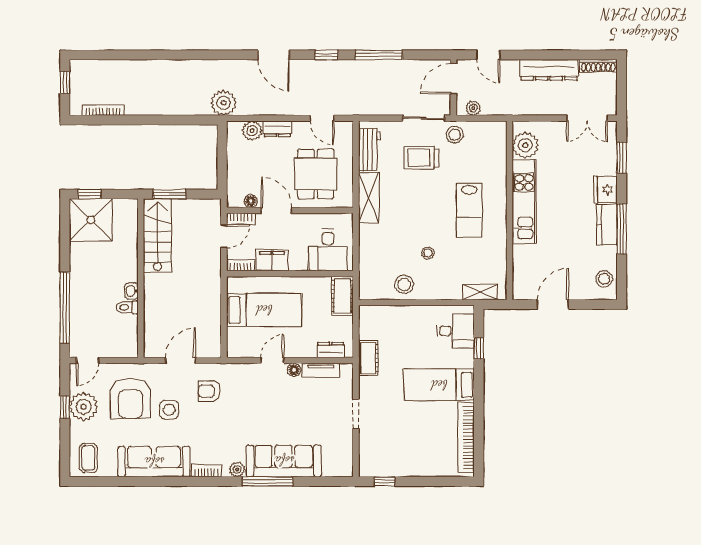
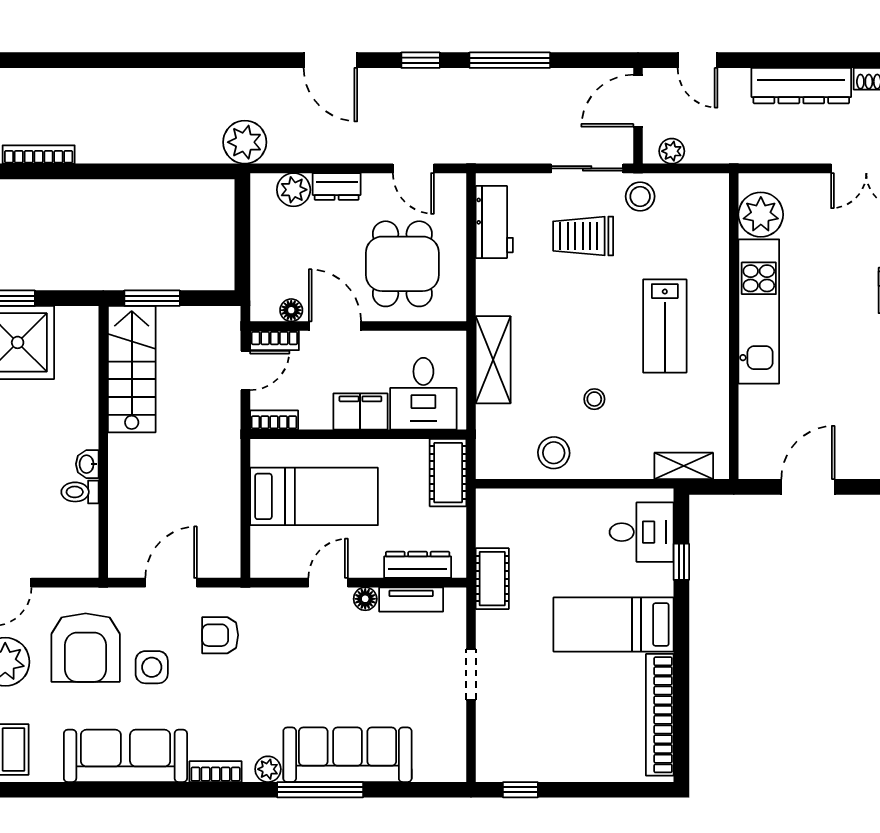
shelving: (369, 198) -> (493, 360), moved
filing cabinet: (272, 260) -> (360, 411), moved
dresser: (331, 350) -> (418, 565), width x1.44

